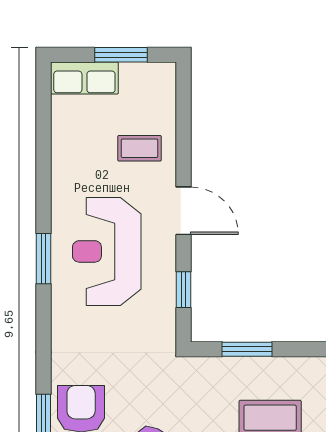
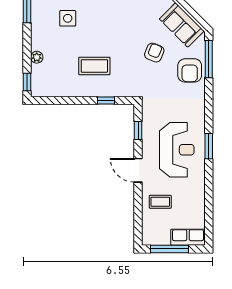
window: (121, 55) -> (170, 249), width x1.44
window: (247, 349) -> (106, 100), width x0.67

